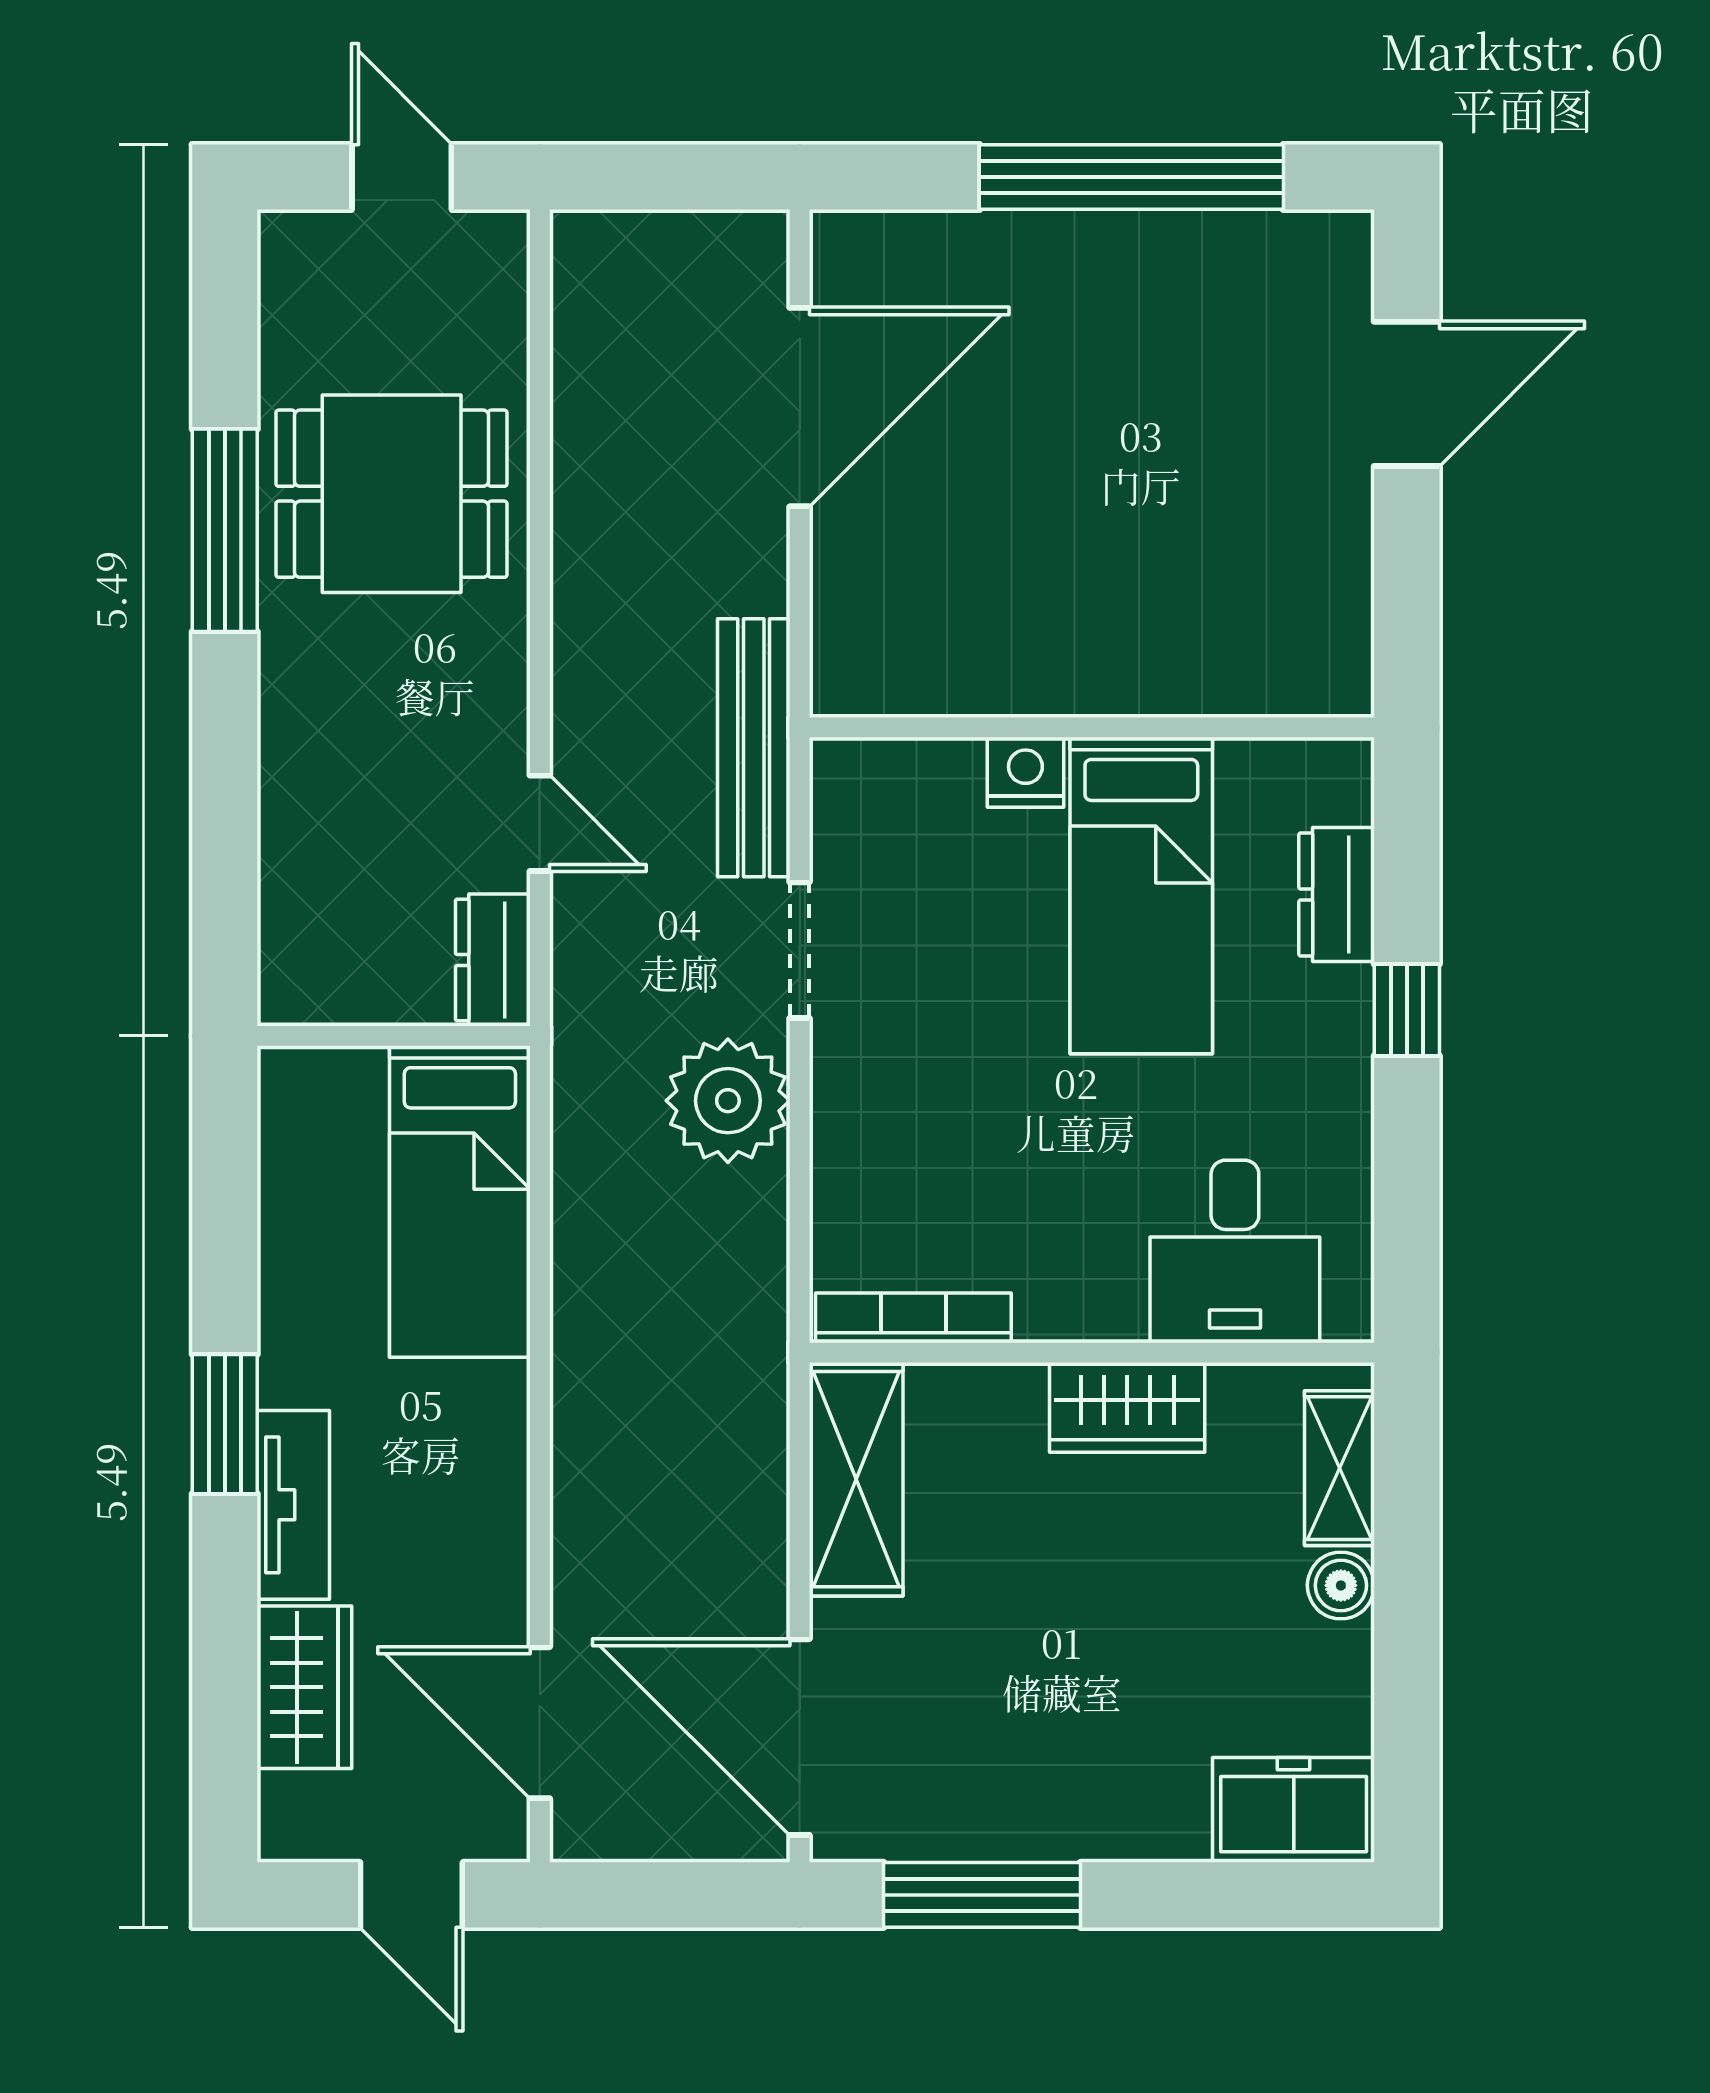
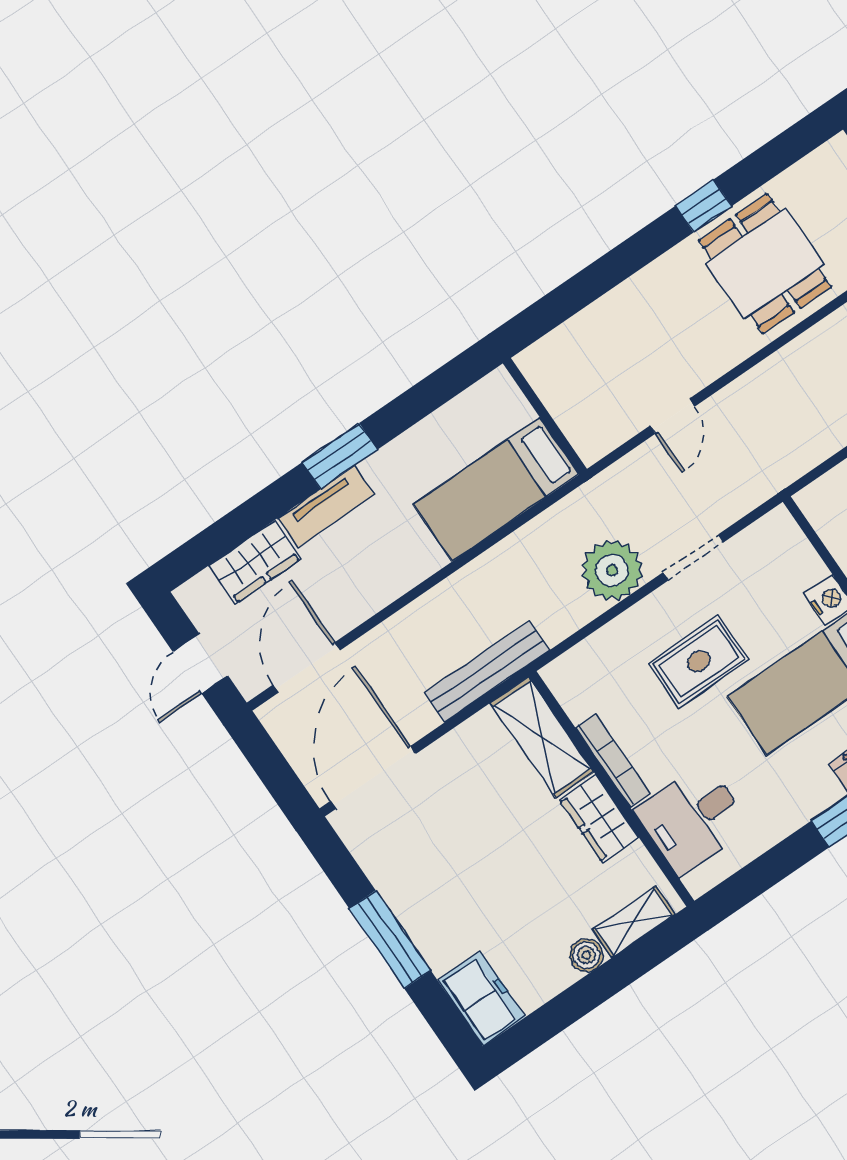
window: (225, 530) -> (703, 206), width x0.46
bench: (754, 748) -> (487, 672), moved
dresser: (493, 960) -> (604, 435), removed
rug: (979, 1061) -> (699, 661), added
bookcase: (913, 1318) -> (613, 760), moved
shelving: (856, 1479) -> (542, 737), moved, turned 90
window: (982, 1895) -> (390, 939), moved

